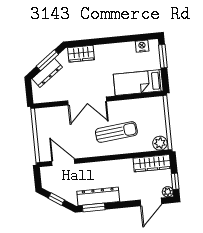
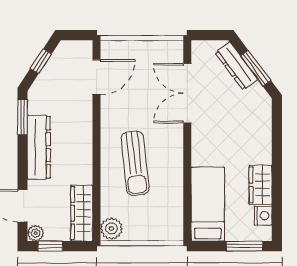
wardrobe: (81, 54) -> (261, 185), moved
double door: (87, 101) -> (187, 93), moved
dresser: (98, 196) -> (39, 147), moved

